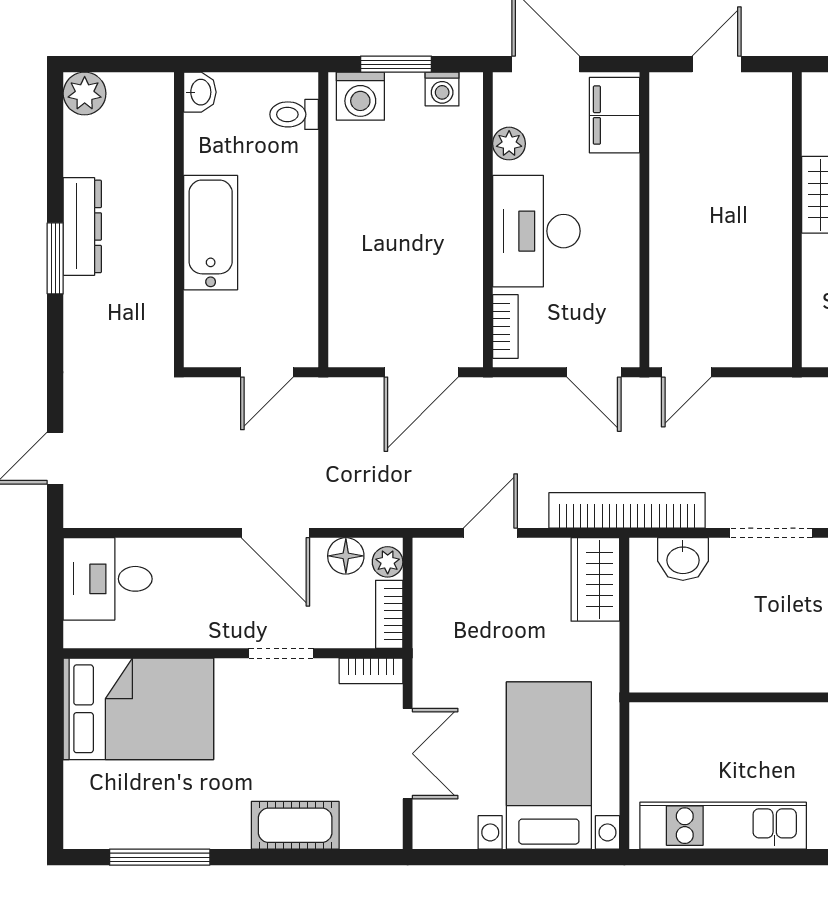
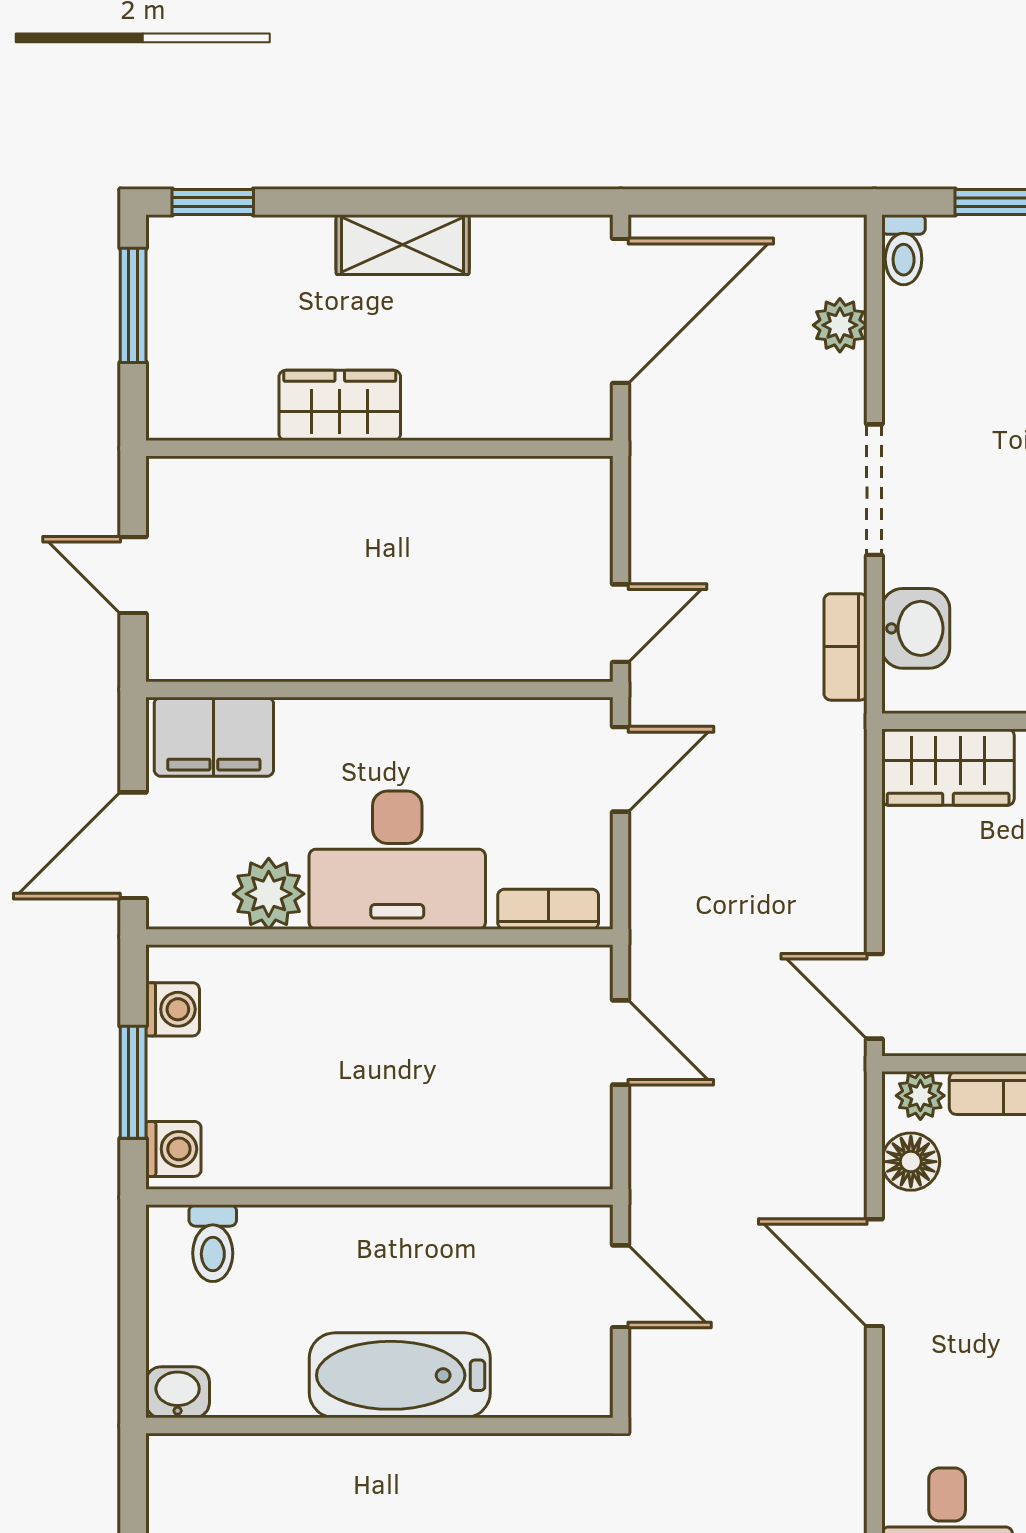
washing machine: (360, 96) -> (173, 1149), width x0.73, depth x0.73
plant: (509, 144) -> (269, 894), width x1.38, depth x1.38
door: (421, 372) -> (621, 1042), width x0.73
door: (686, 372) -> (621, 623), hinge flipped
bookcase: (627, 510) -> (845, 647), width x0.43, depth x0.76
door: (275, 533) -> (874, 1273), swing flipped
door: (490, 533) -> (874, 996), moved

